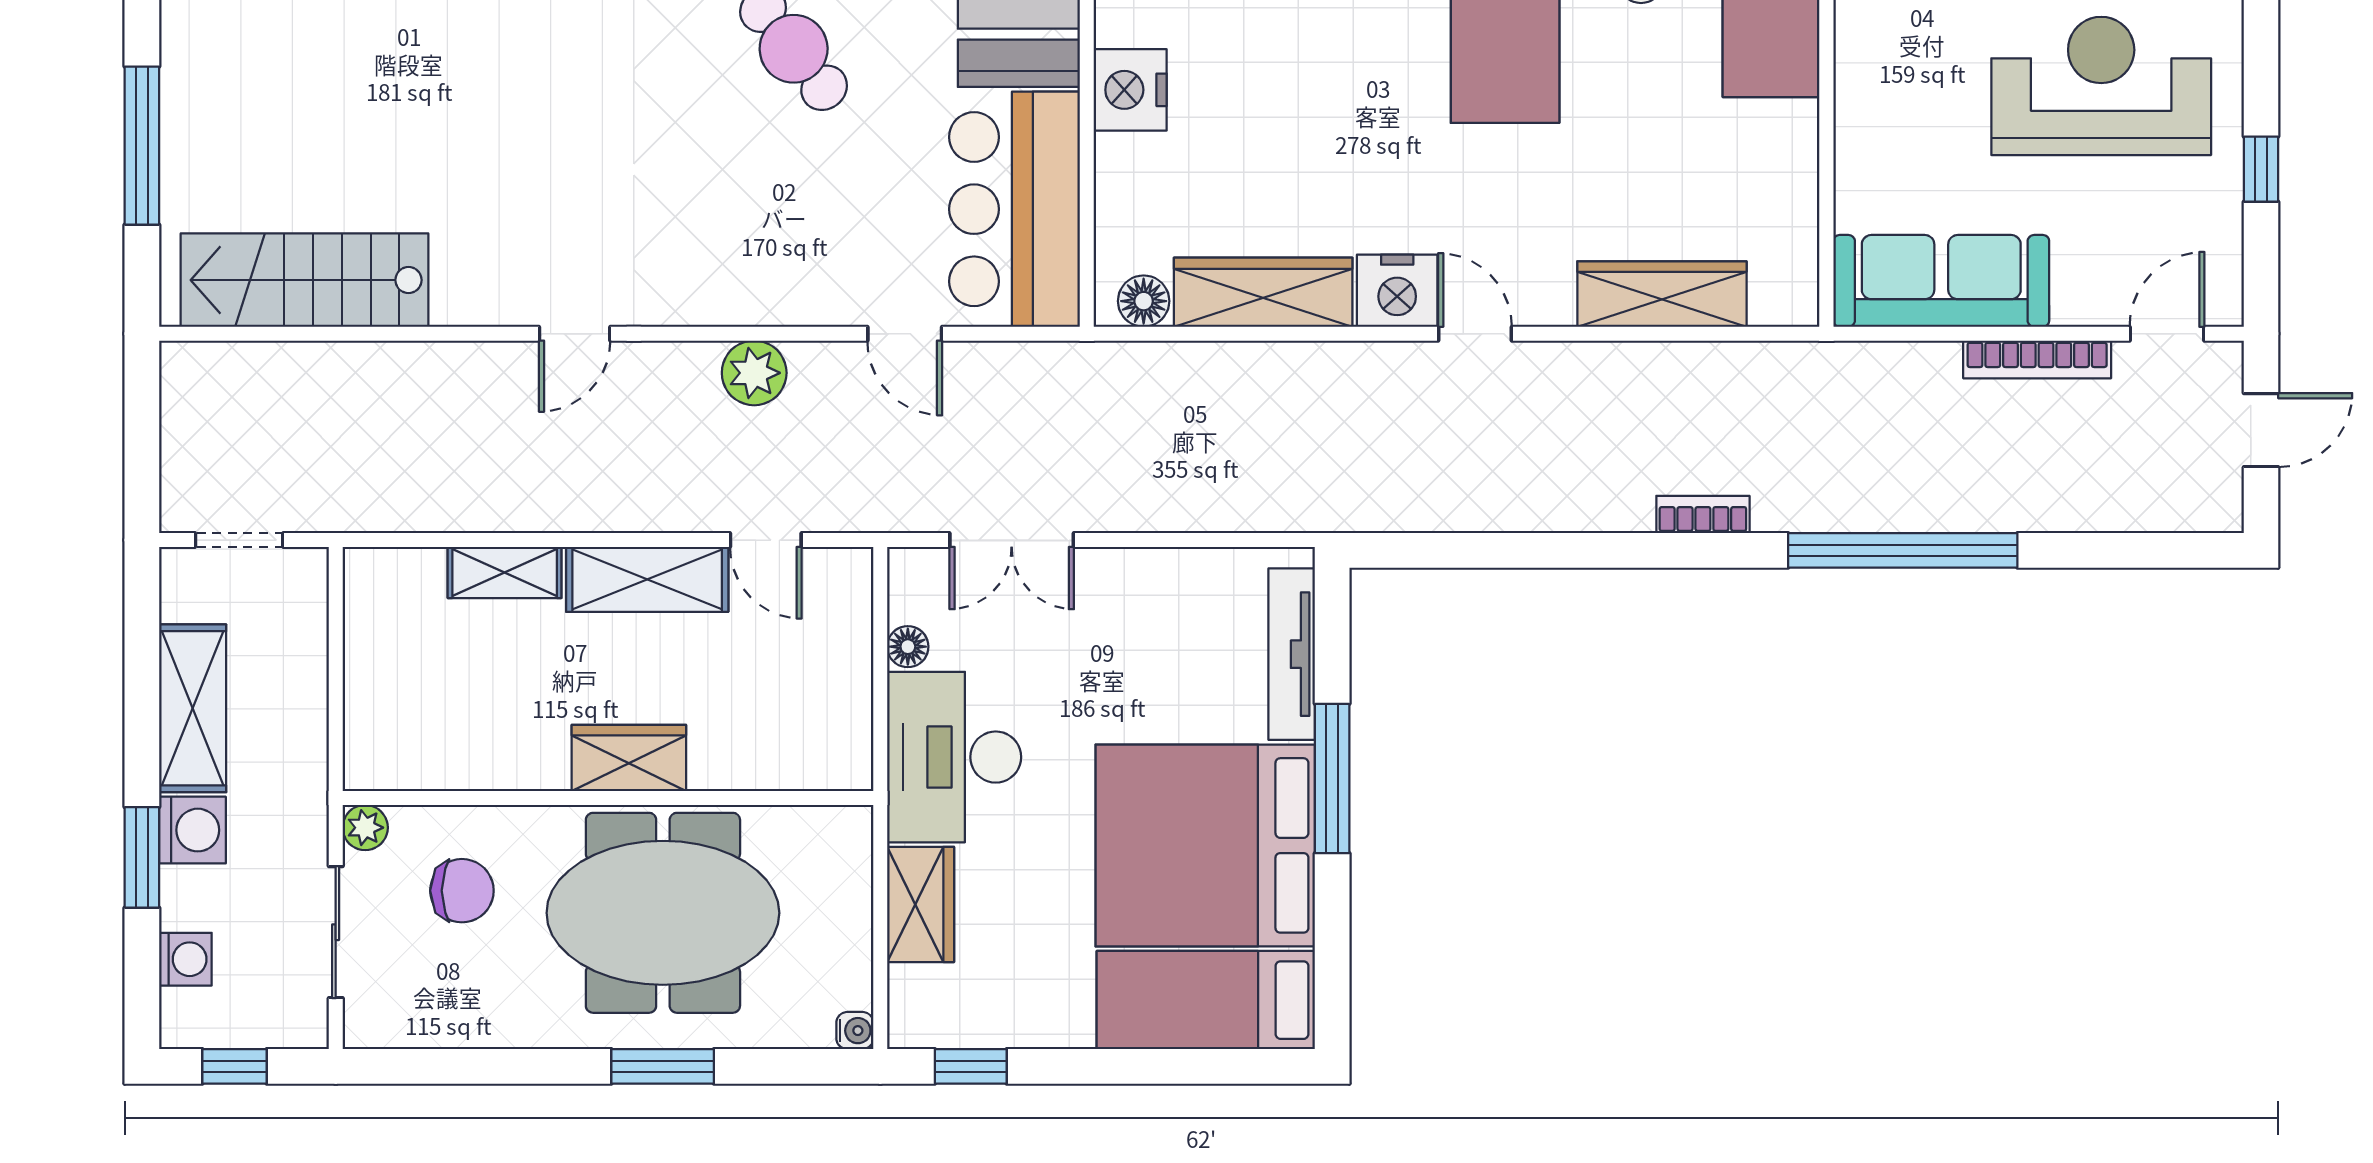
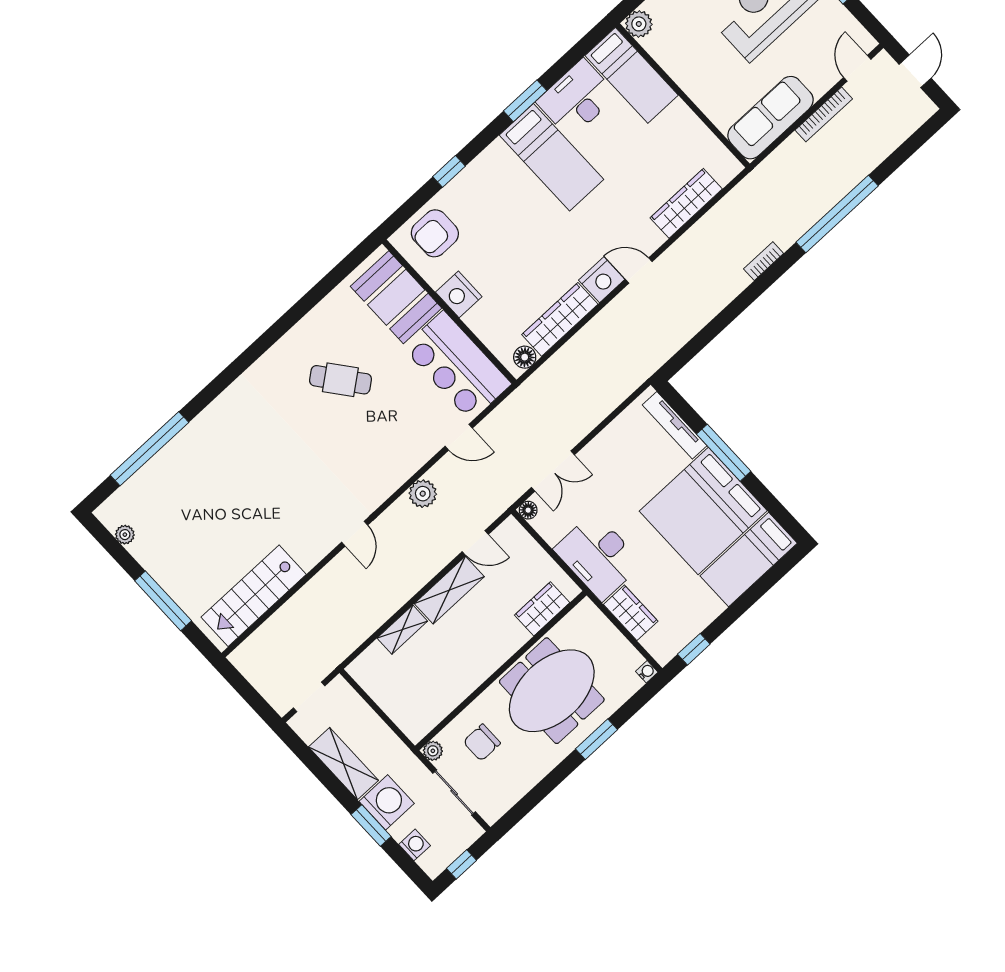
floor lamp: (908, 647) -> (528, 510), moved
wardrobe: (629, 758) -> (542, 609), moved
washing machine: (192, 830) -> (387, 802), width x1.37, depth x1.37
chair: (462, 891) -> (482, 742), turned 180

